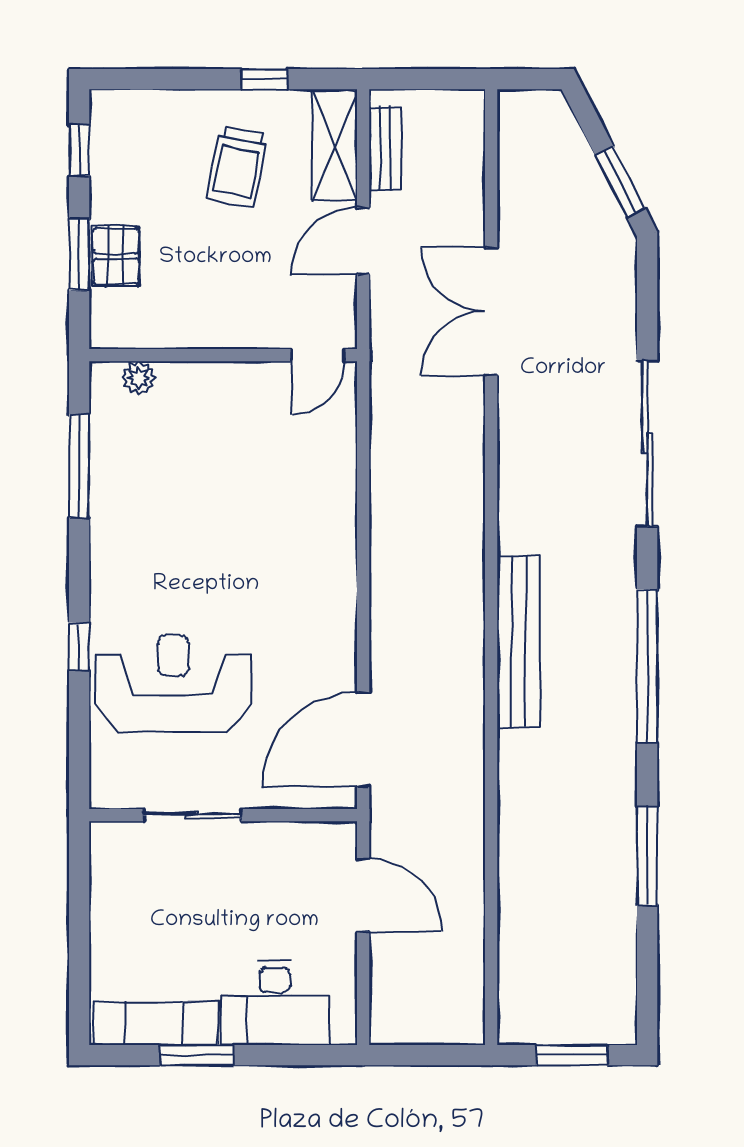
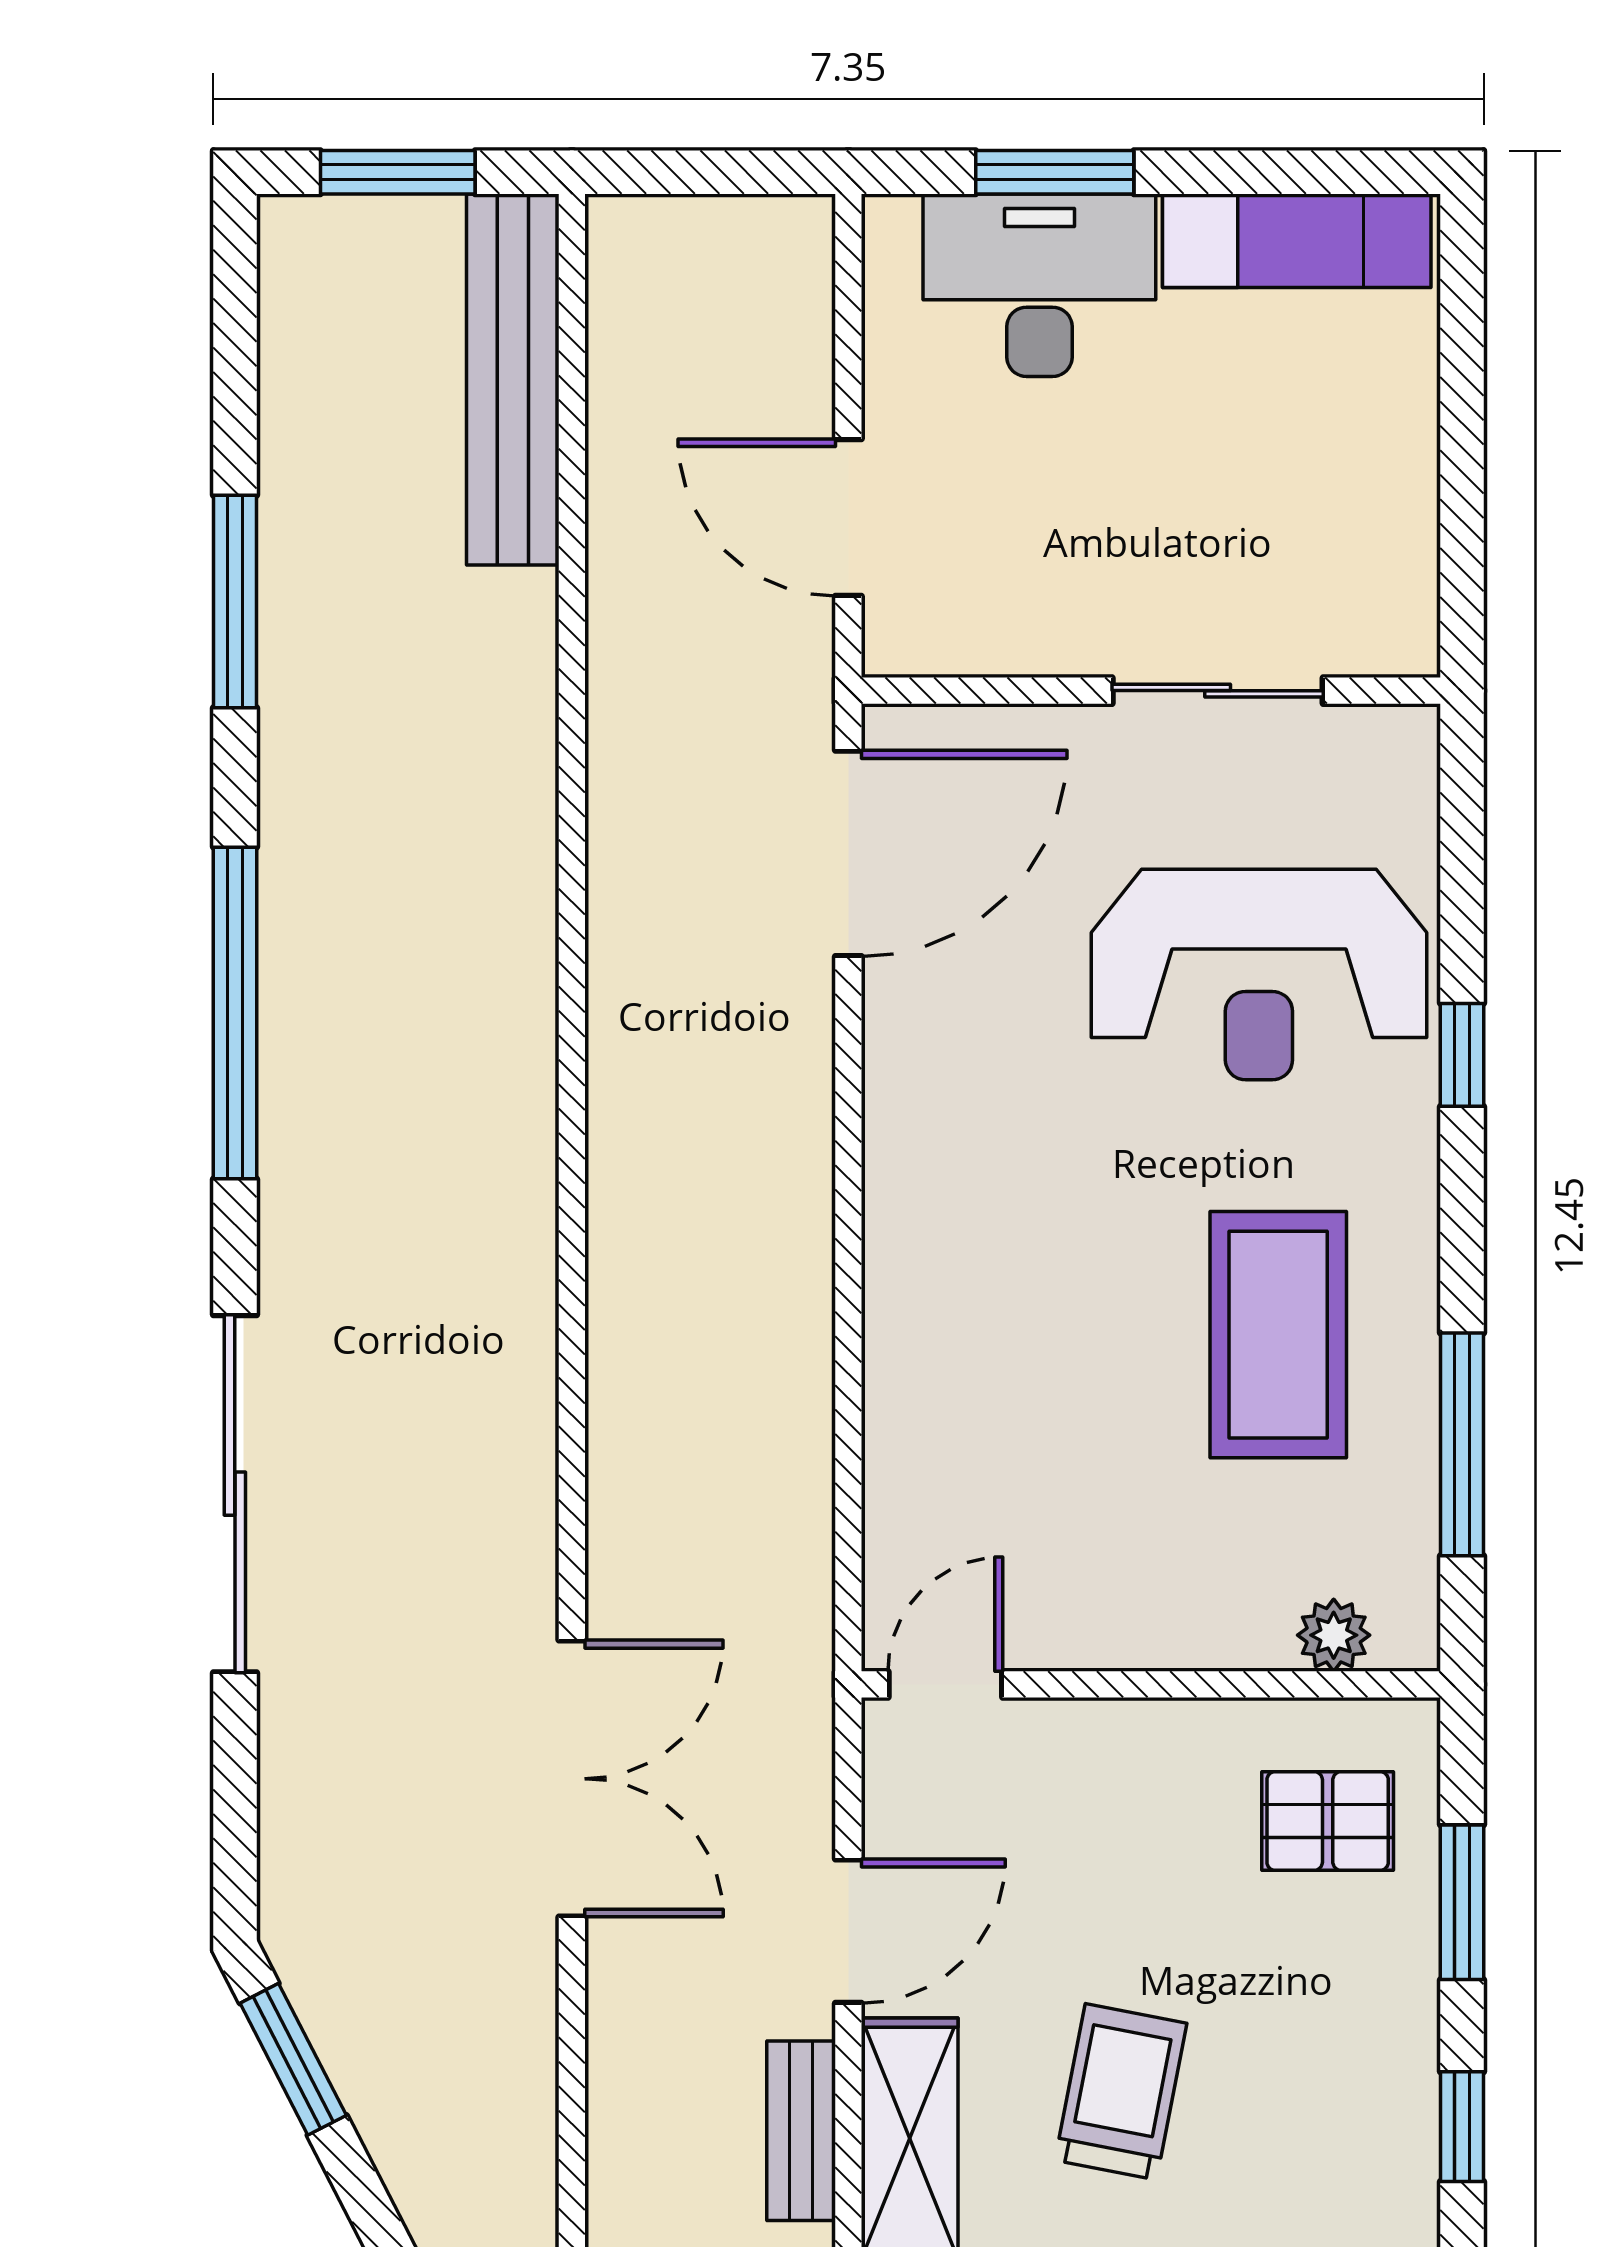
pallet: (116, 256) -> (1328, 1821), moved, turned 90
coffee table: (164, 517) -> (1278, 1335), added
bench: (519, 642) -> (513, 379), moved
window: (197, 1055) -> (1055, 172), moved

